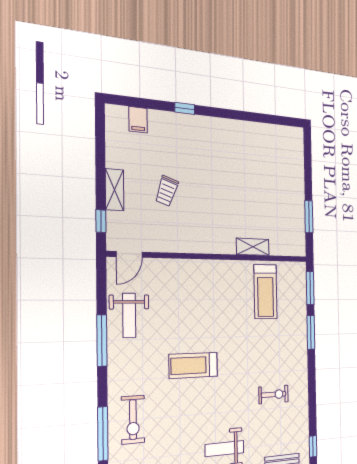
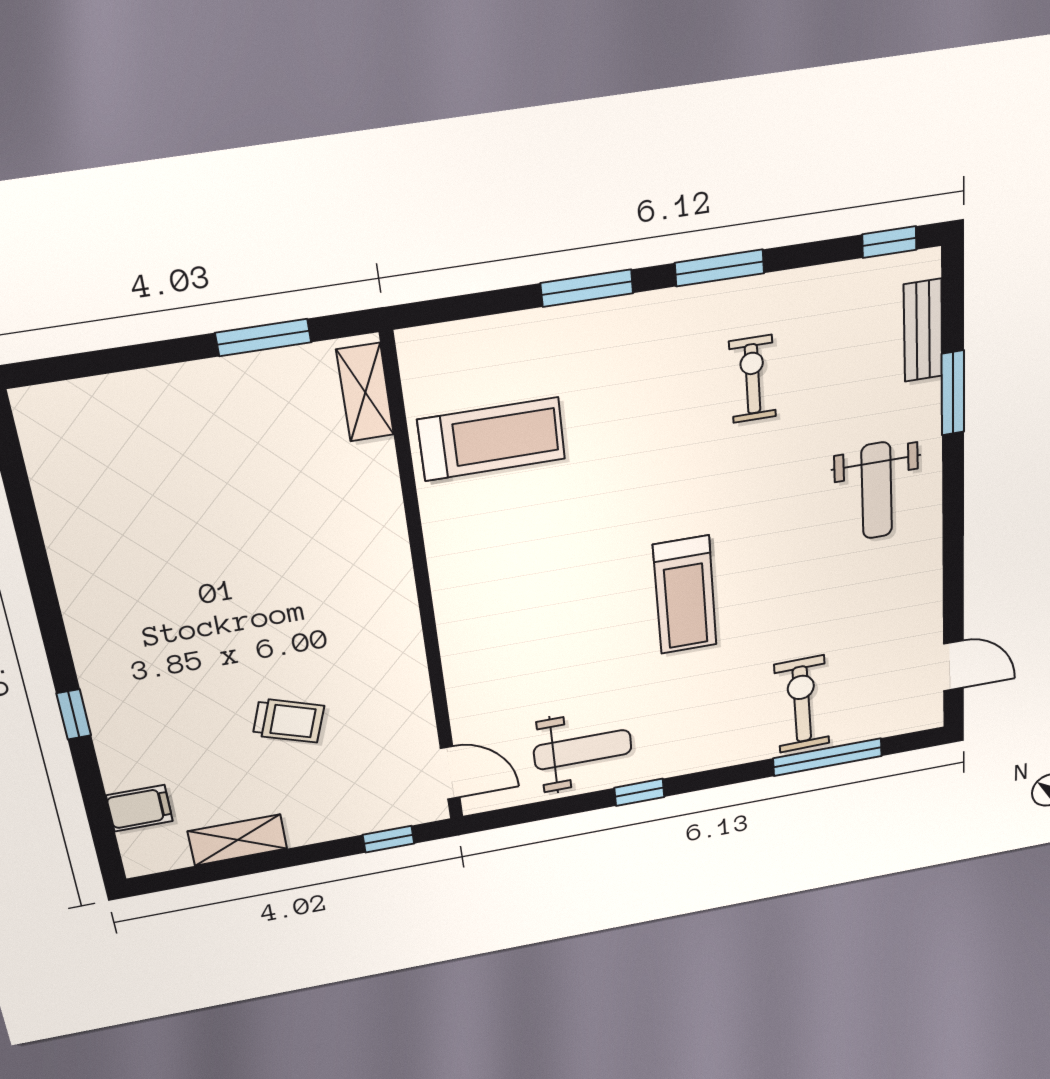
shelving: (115, 190) -> (238, 840), moved
shelving: (253, 247) -> (365, 392), moved
window: (310, 288) -> (720, 268), moved
window: (102, 341) -> (639, 792), width x0.46
exercise bike: (133, 420) -> (802, 704), turned -91

